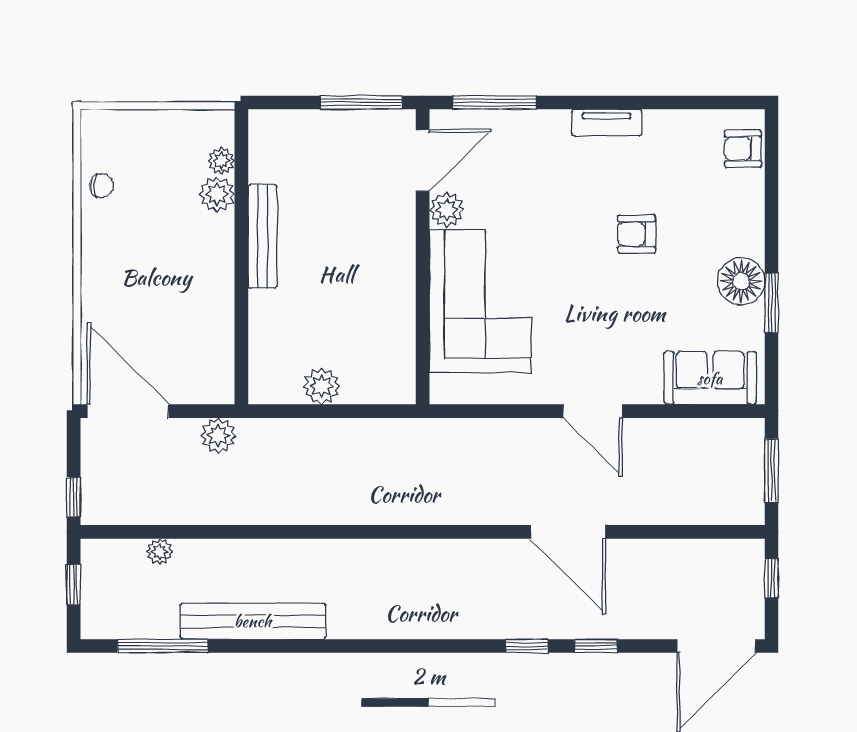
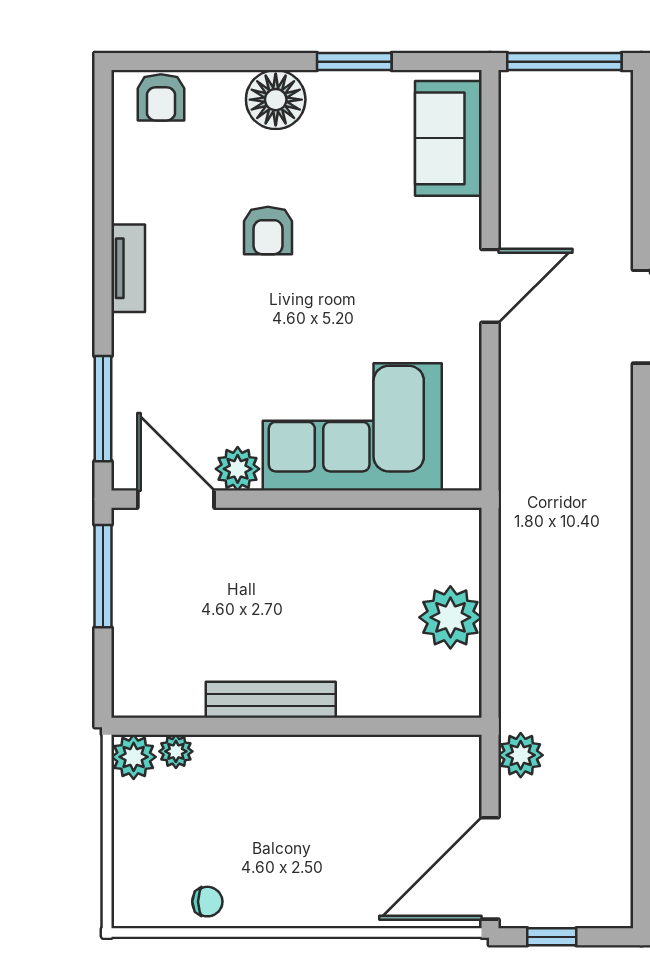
chair: (102, 186) -> (207, 902), turned 90
plant: (217, 194) -> (134, 757), moved
floor lamp: (741, 281) -> (276, 100), moved
plant: (322, 386) -> (450, 617), width x1.36, depth x1.36
window: (771, 470) -> (564, 62), width x1.44
window: (74, 497) -> (552, 937), moved

